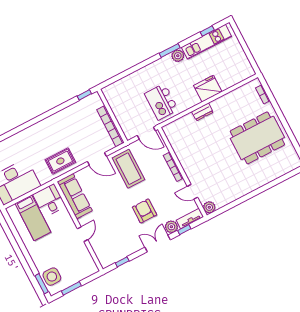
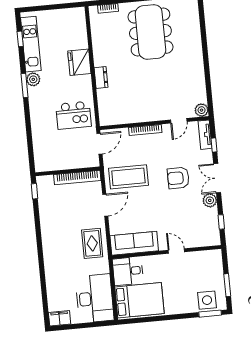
bed: (33, 218) -> (139, 300), width x1.50
plant: (171, 227) -> (210, 200), moved

